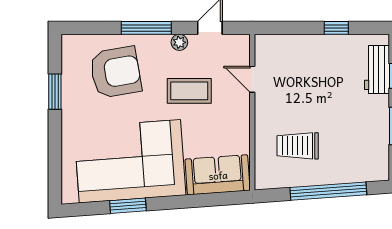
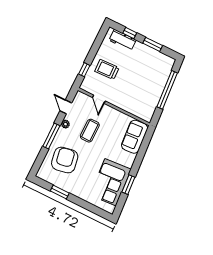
window: (336, 28) -> (84, 70), moved
door: (252, 79) -> (99, 99), hinge flipped
trolley: (298, 146) -> (107, 69), moved, turned 88
corner sofa: (130, 161) -> (111, 182), width x0.73, depth x0.74

